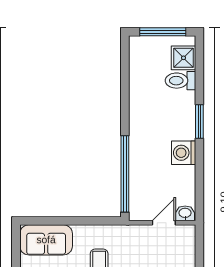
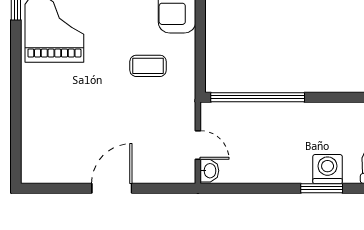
washing machine: (184, 153) -> (328, 169), moved

